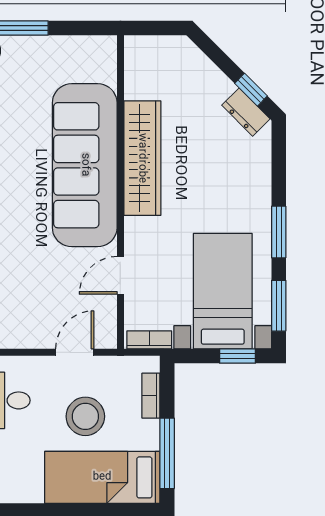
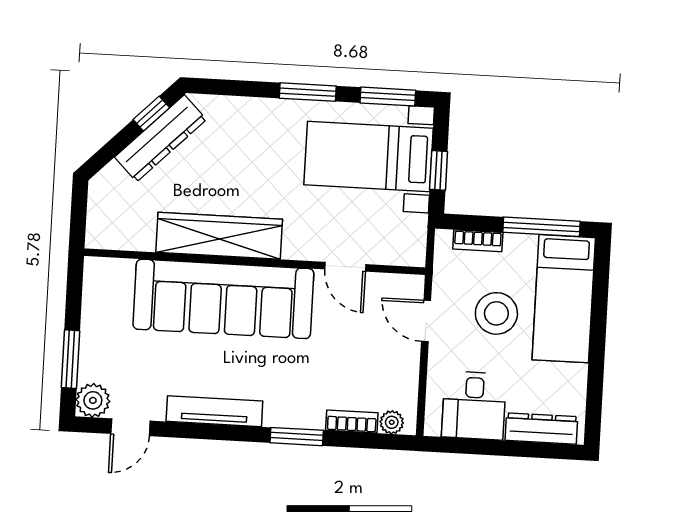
dresser: (246, 112) -> (160, 138), width x1.96, depth x1.24
bookcase: (149, 340) -> (417, 239), removed
window: (238, 356) -> (439, 170), moved

